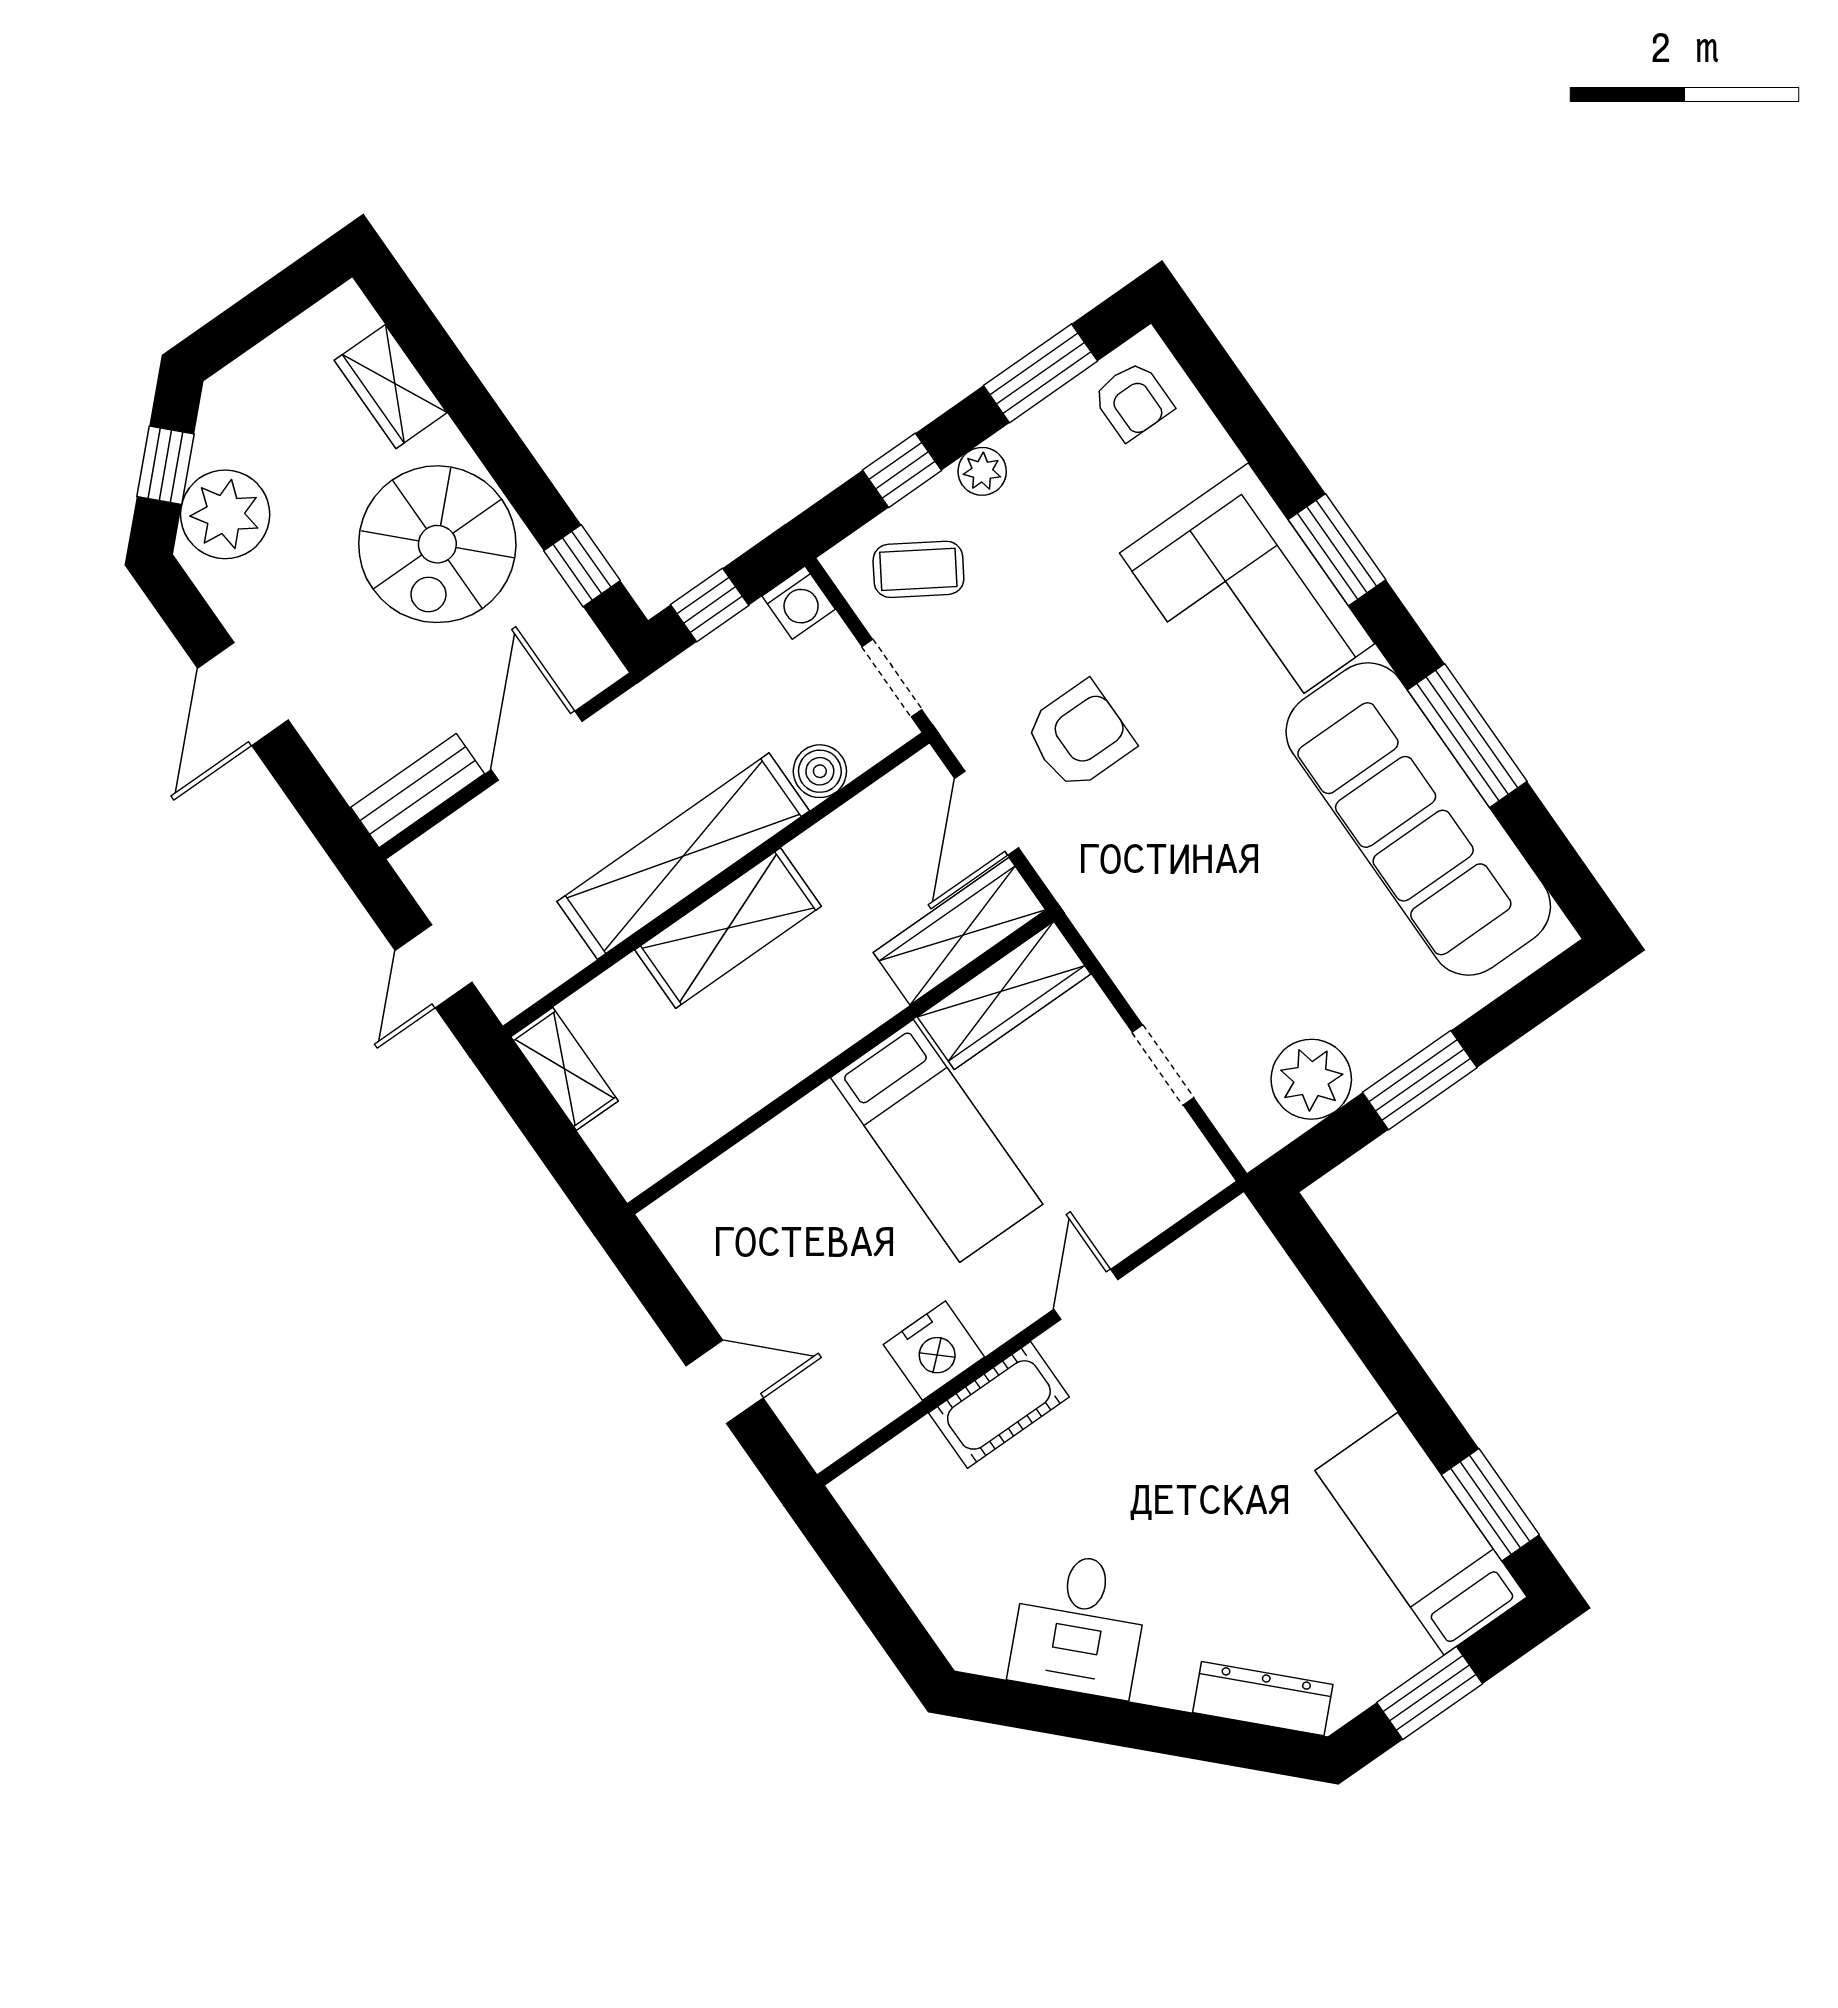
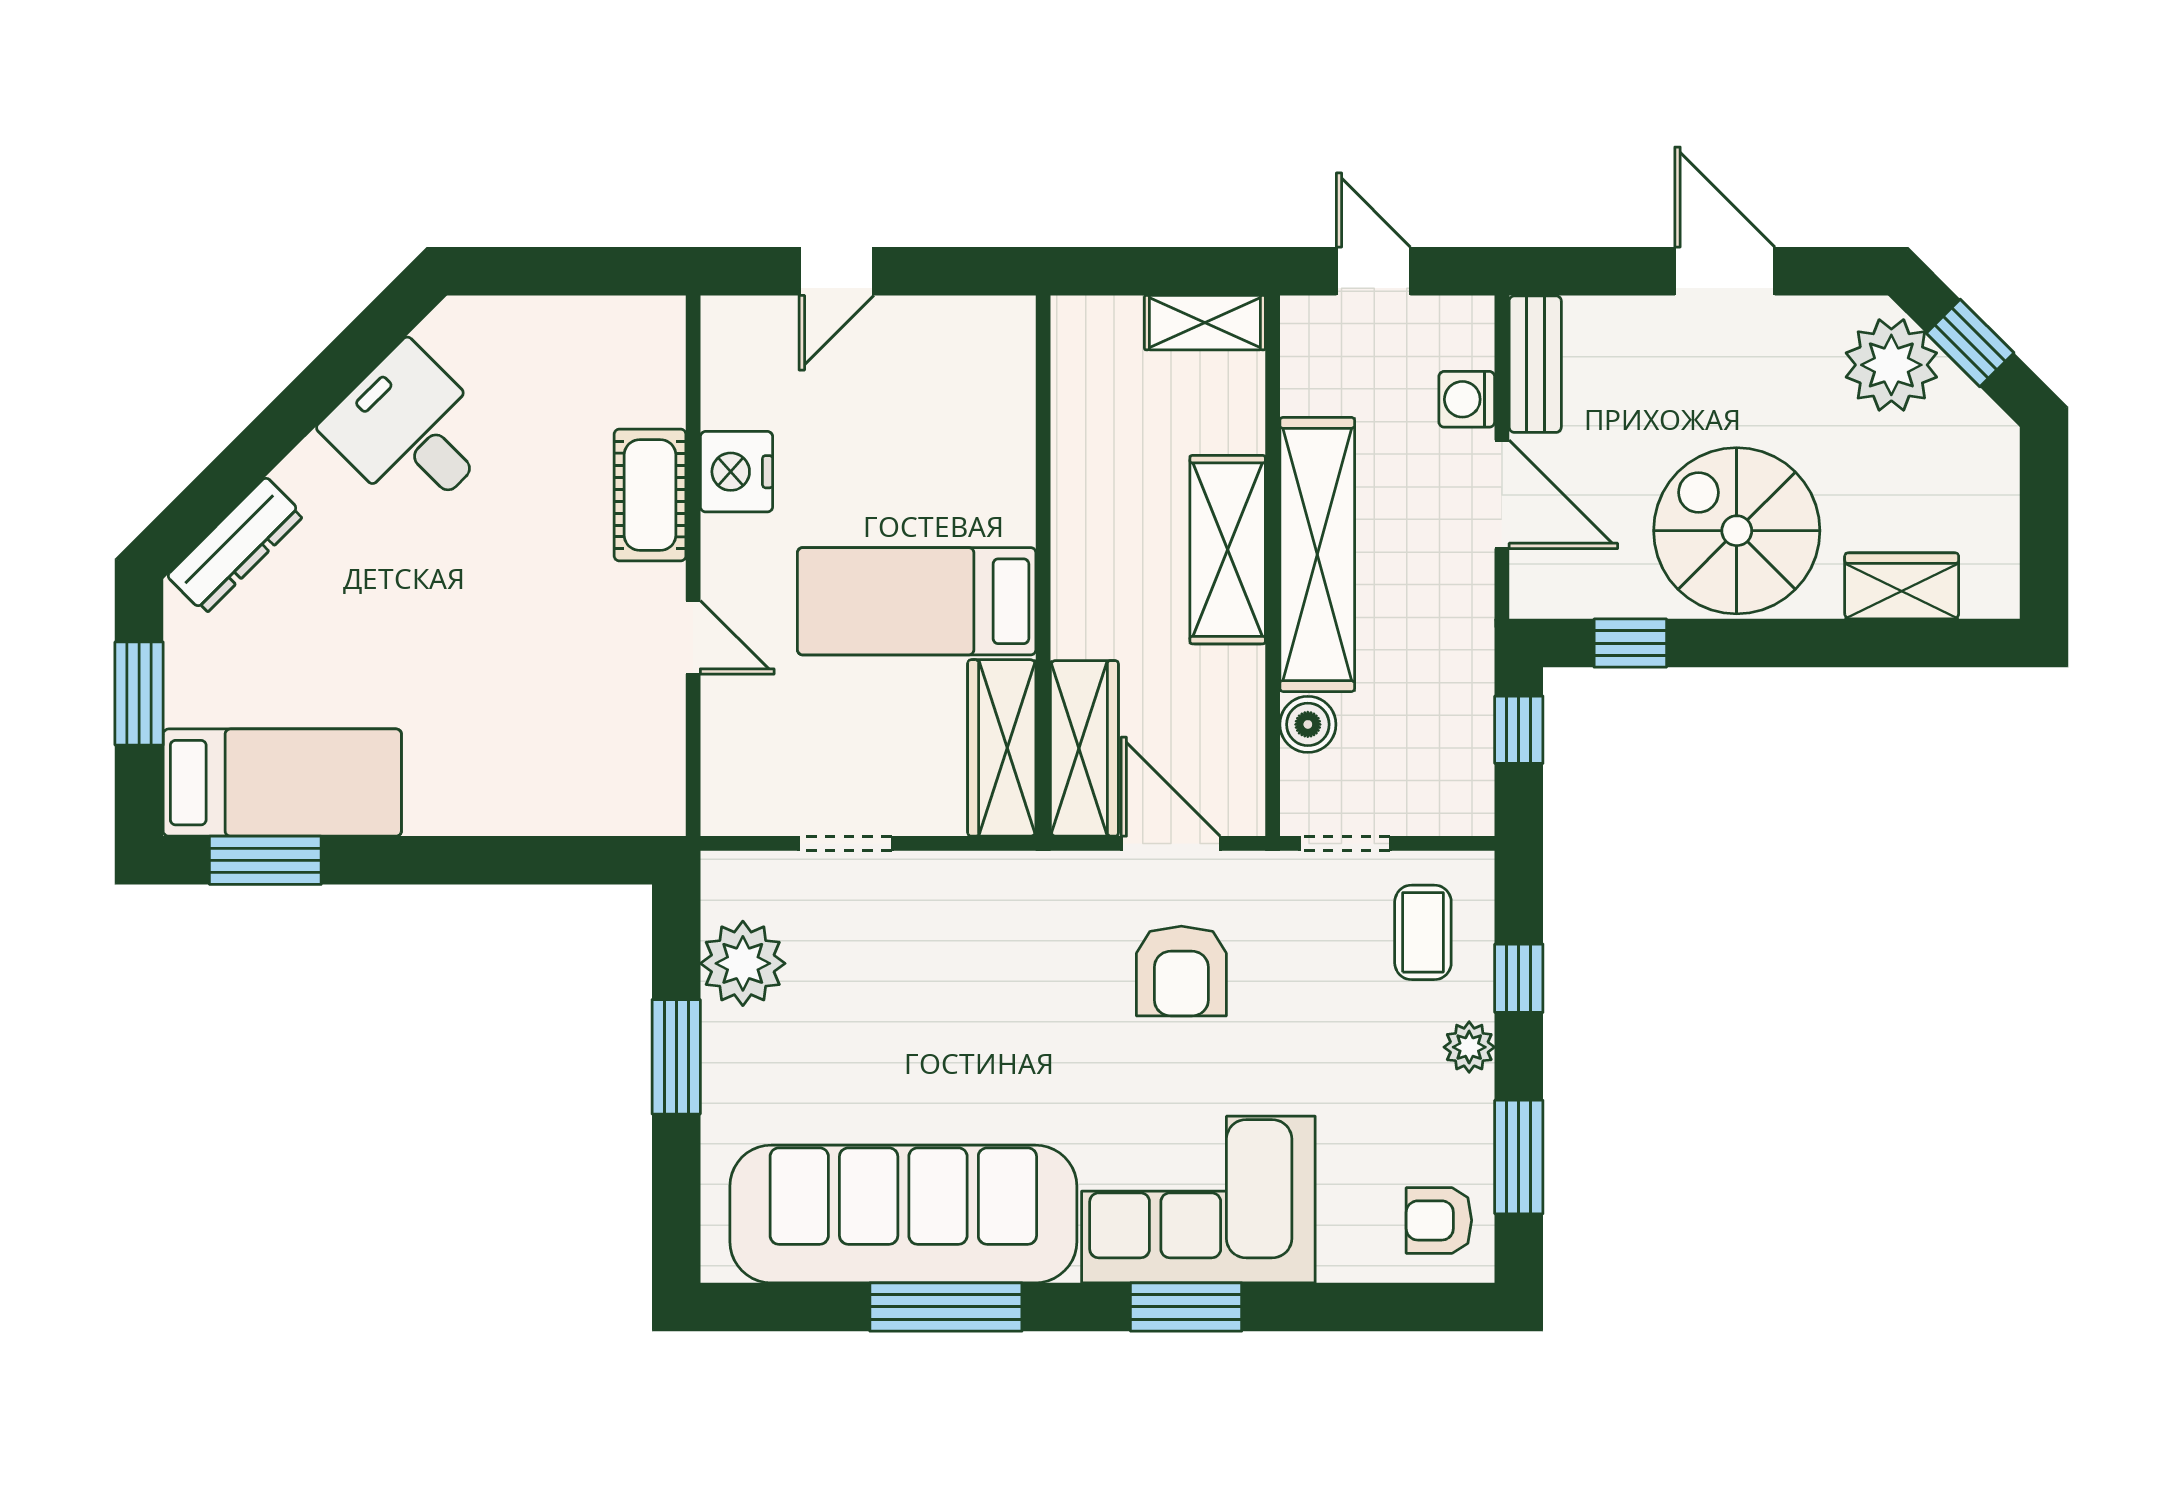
coffee table: (918, 569) -> (1423, 932), turned -32
washing machine: (799, 603) -> (1467, 399), moved

